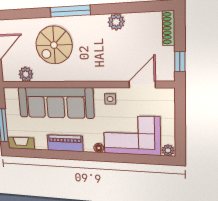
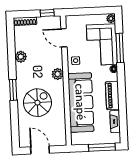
window: (70, 11) -> (13, 90), width x0.69
spiral stairs: (54, 45) -> (37, 103), turned -90
plant: (26, 74) -> (58, 74), moved
fireplace: (21, 143) -> (115, 121), moved
window: (127, 158) -> (120, 48), added

